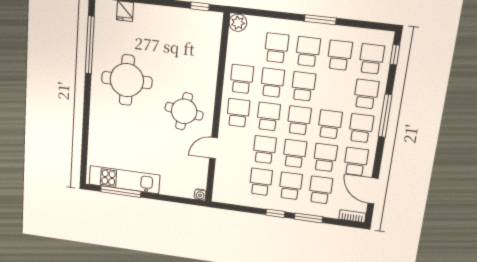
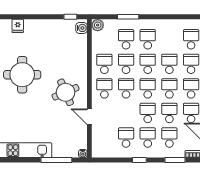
window: (320, 20) -> (128, 17), moved
water cooler: (214, 24) -> (81, 28), added
school desk: (340, 55) -> (169, 64), moved
round table: (184, 111) -> (66, 92), turned -32
door: (214, 148) -> (89, 117), hinge flipped
school desk: (264, 150) -> (126, 113), removed
window: (121, 192) -> (56, 160), moved
window: (308, 218) -> (175, 160), moved

